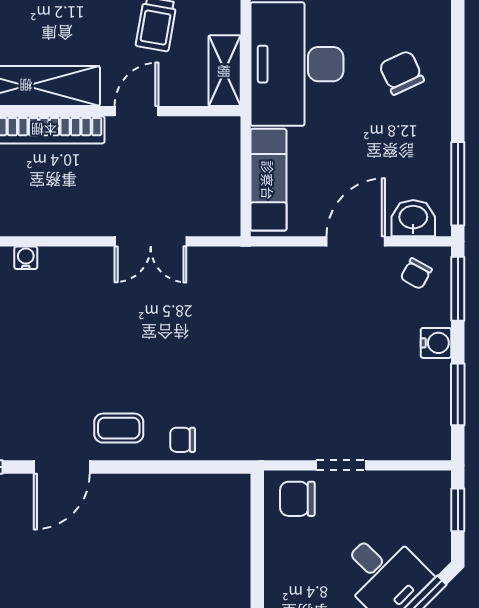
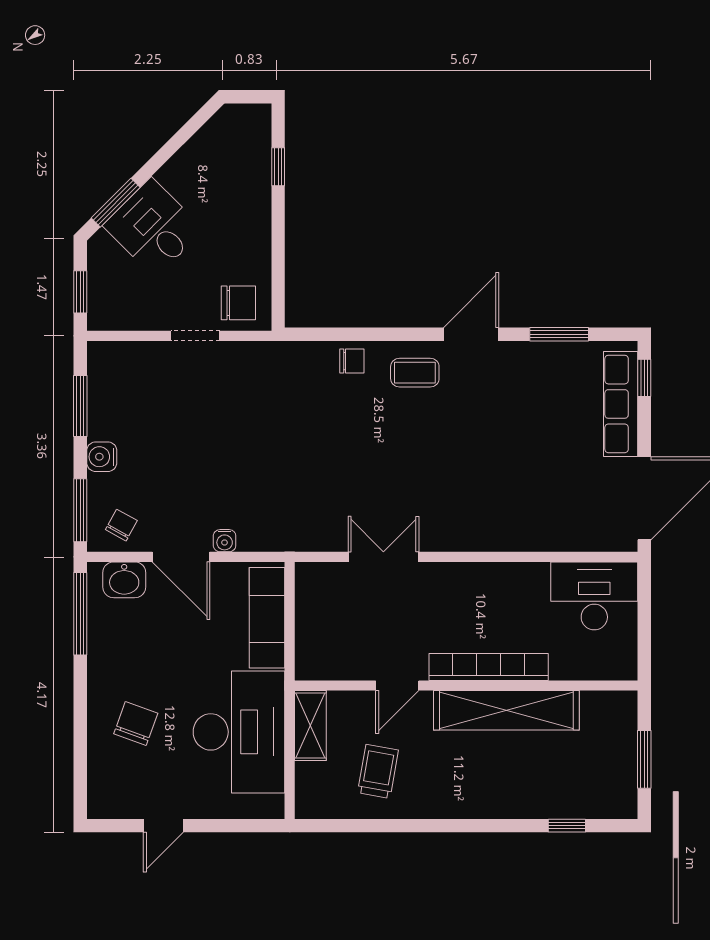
chair: (401, 73) -> (136, 724), turned -135
door: (356, 241) -> (181, 557), hinge flipped
water cooler: (26, 258) -> (225, 541), moved

